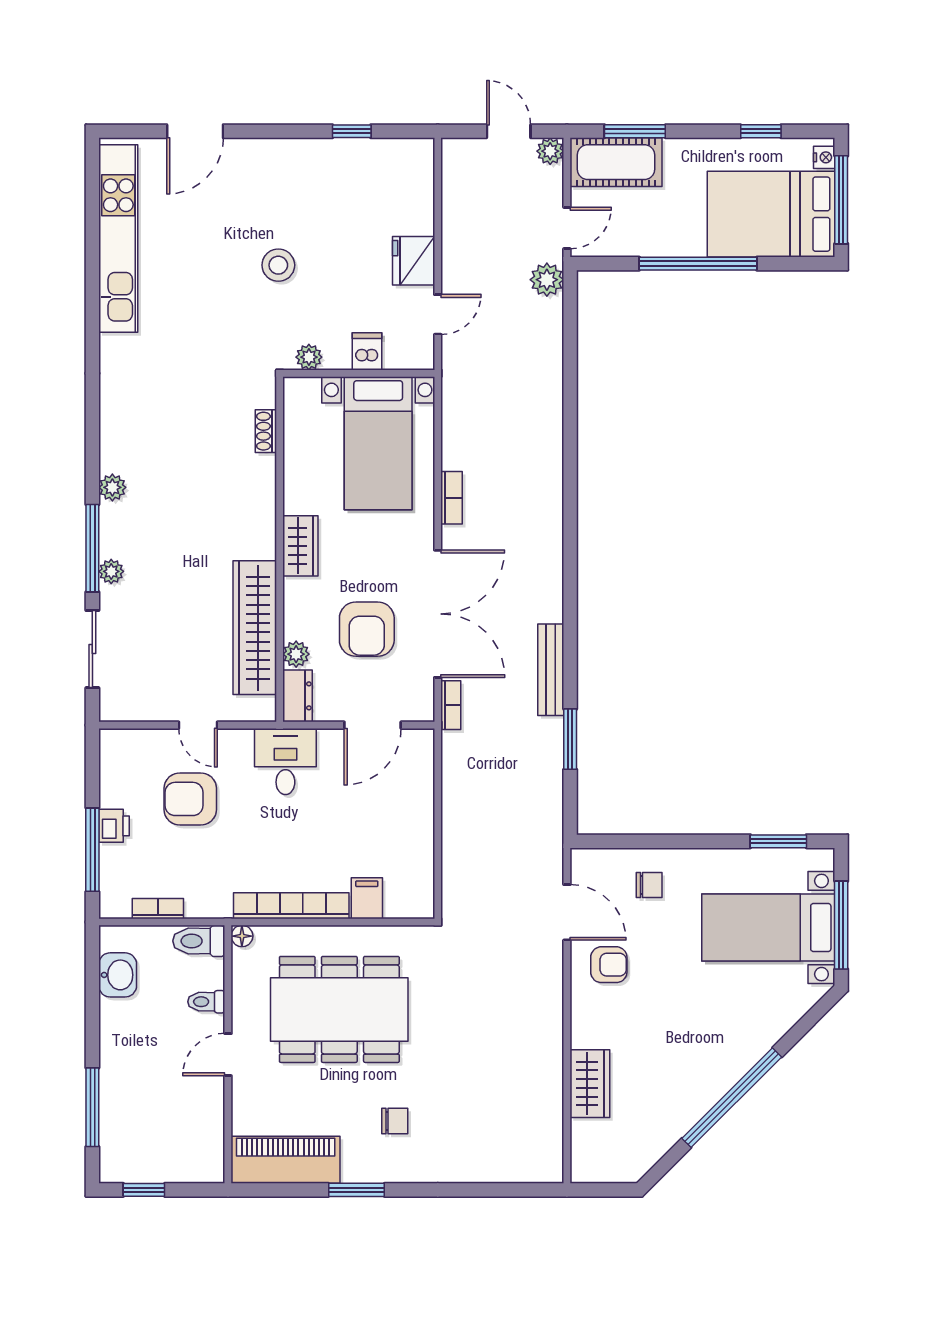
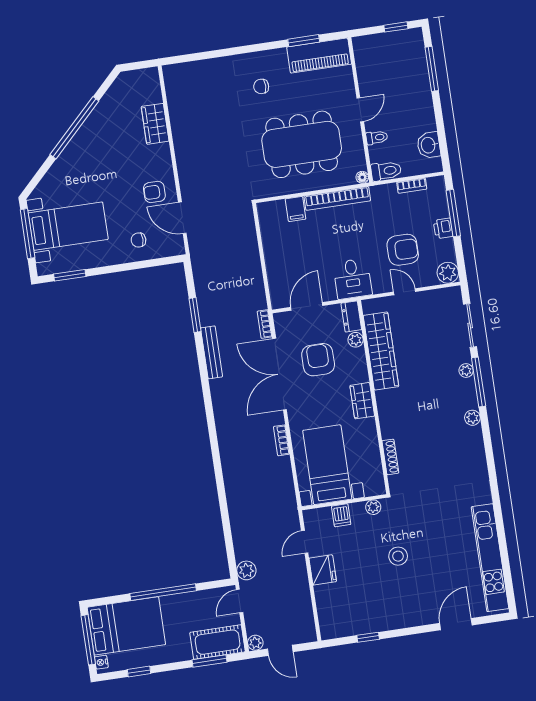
shoe rack: (266, 431) -> (390, 457), width x1.43
plant: (118, 747) -> (448, 273), added
window: (356, 1190) -> (304, 41), moved

